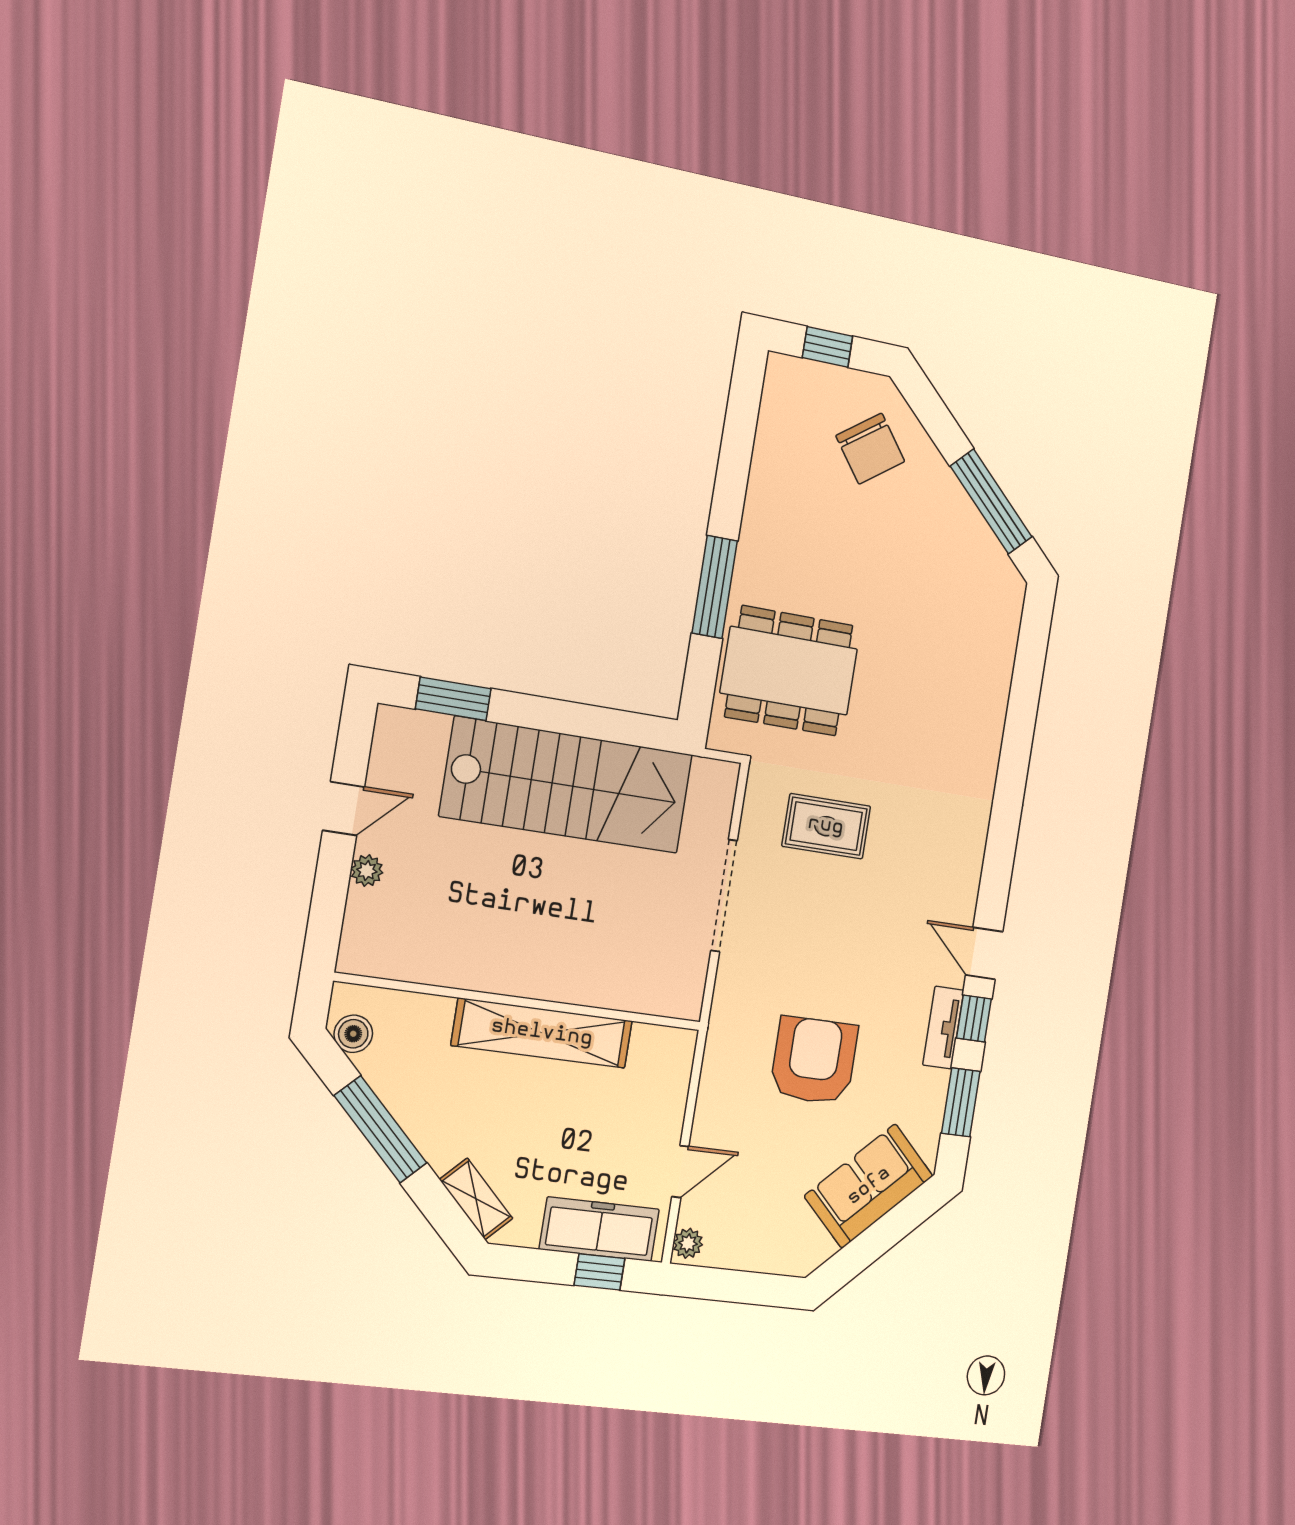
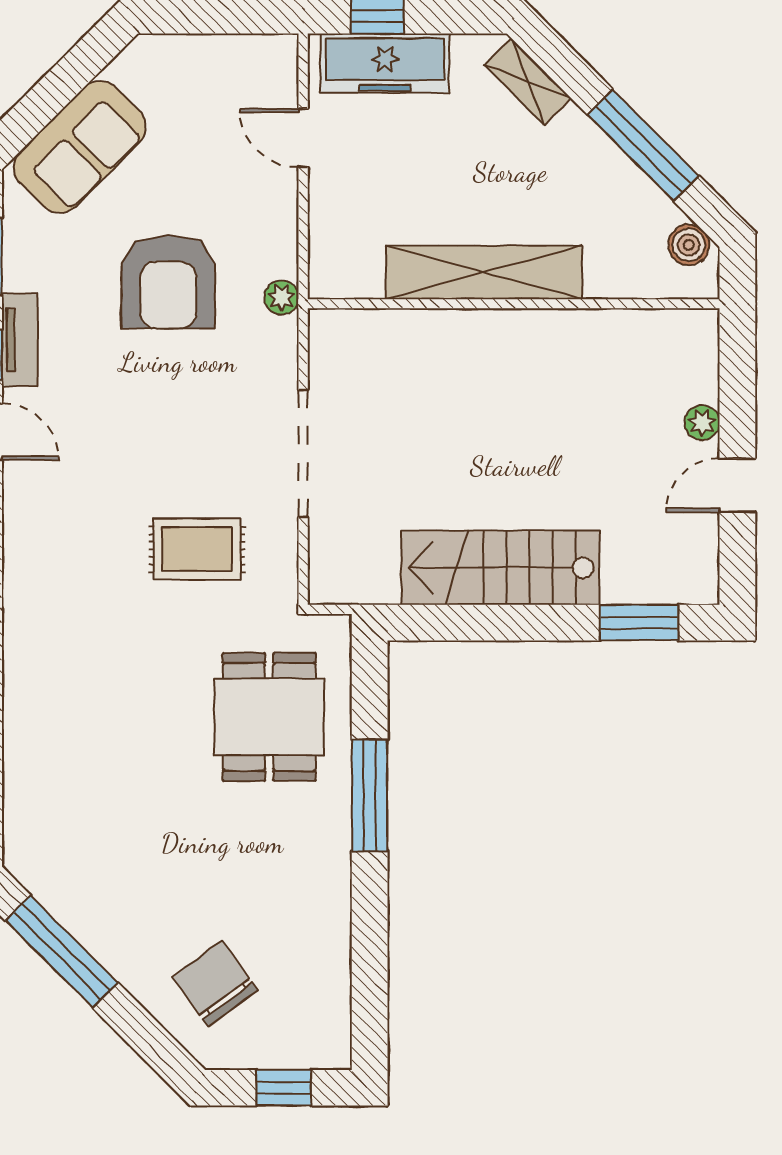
dining table: (789, 671) -> (269, 717), width x0.73
stairs: (567, 785) -> (500, 568), width x0.73, depth x0.66
door: (680, 1172) -> (303, 138), hinge flipped
plant: (688, 1243) -> (281, 297), moved

